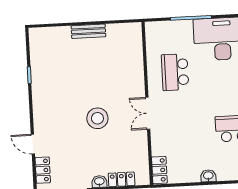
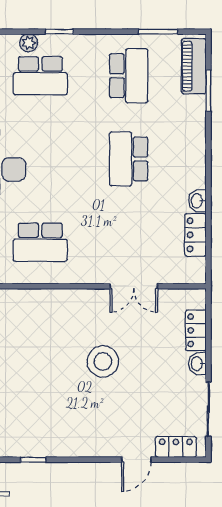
double door: (148, 113) -> (134, 286), moved
locker: (159, 170) -> (195, 235), moved, turned -90

